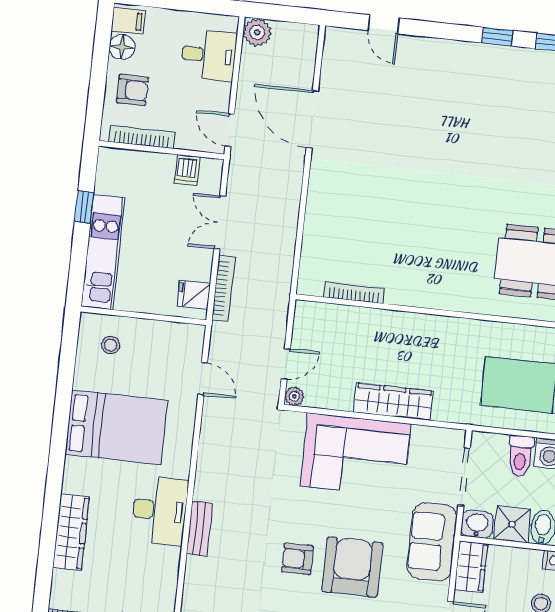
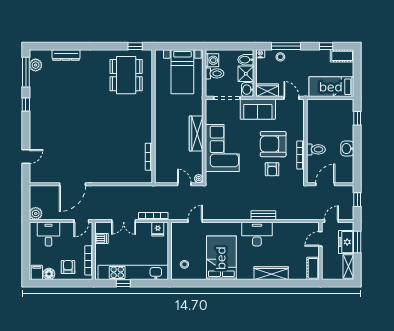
kitchen unit: (103, 252) -> (133, 272), width x1.36

